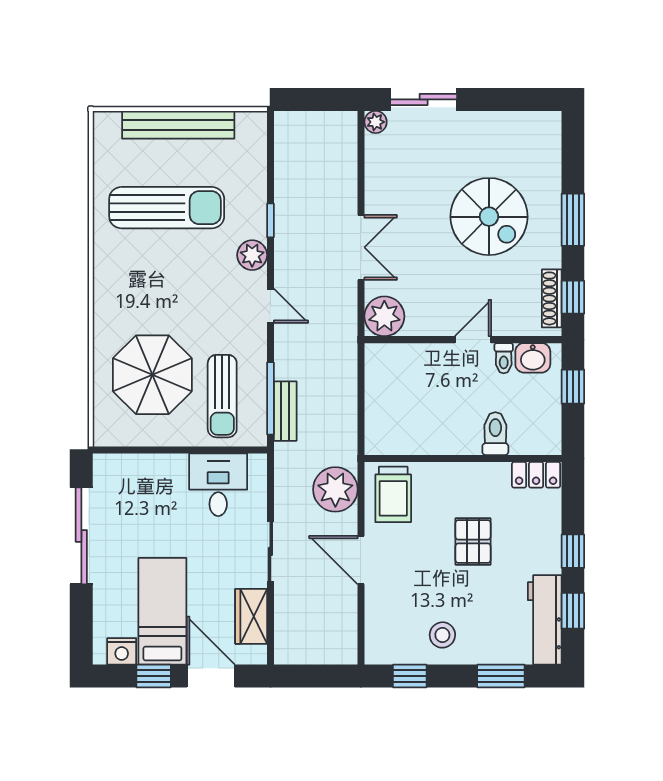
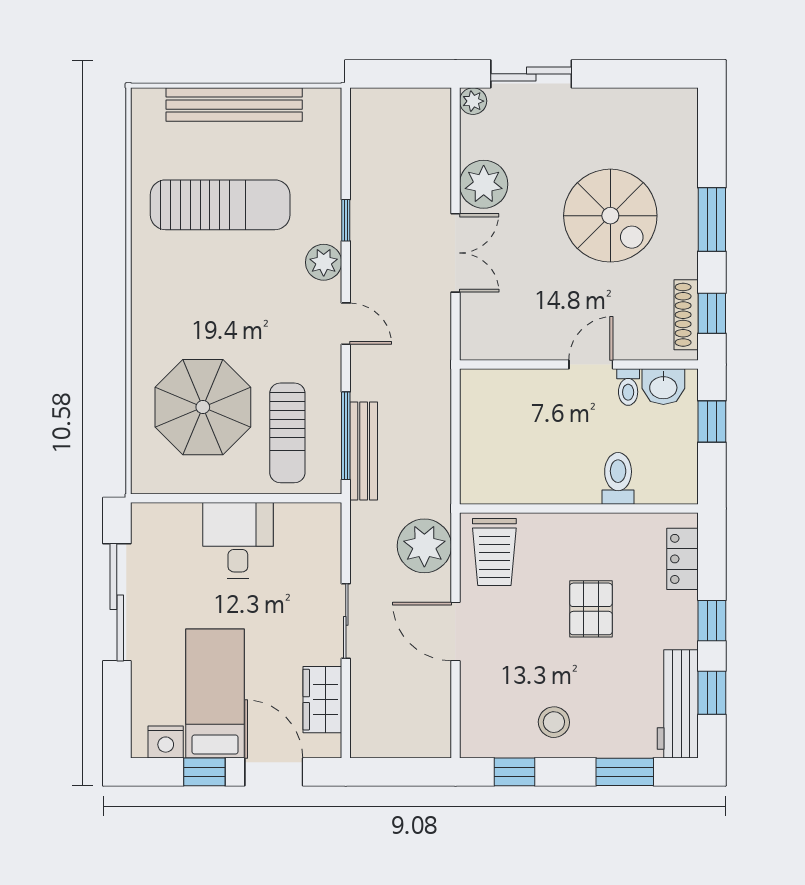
plant: (384, 316) -> (484, 184), moved
bench: (285, 411) -> (364, 451), width x1.36
locker: (536, 475) -> (683, 559), moved, turned 90
desk: (218, 485) -> (238, 540), moved

